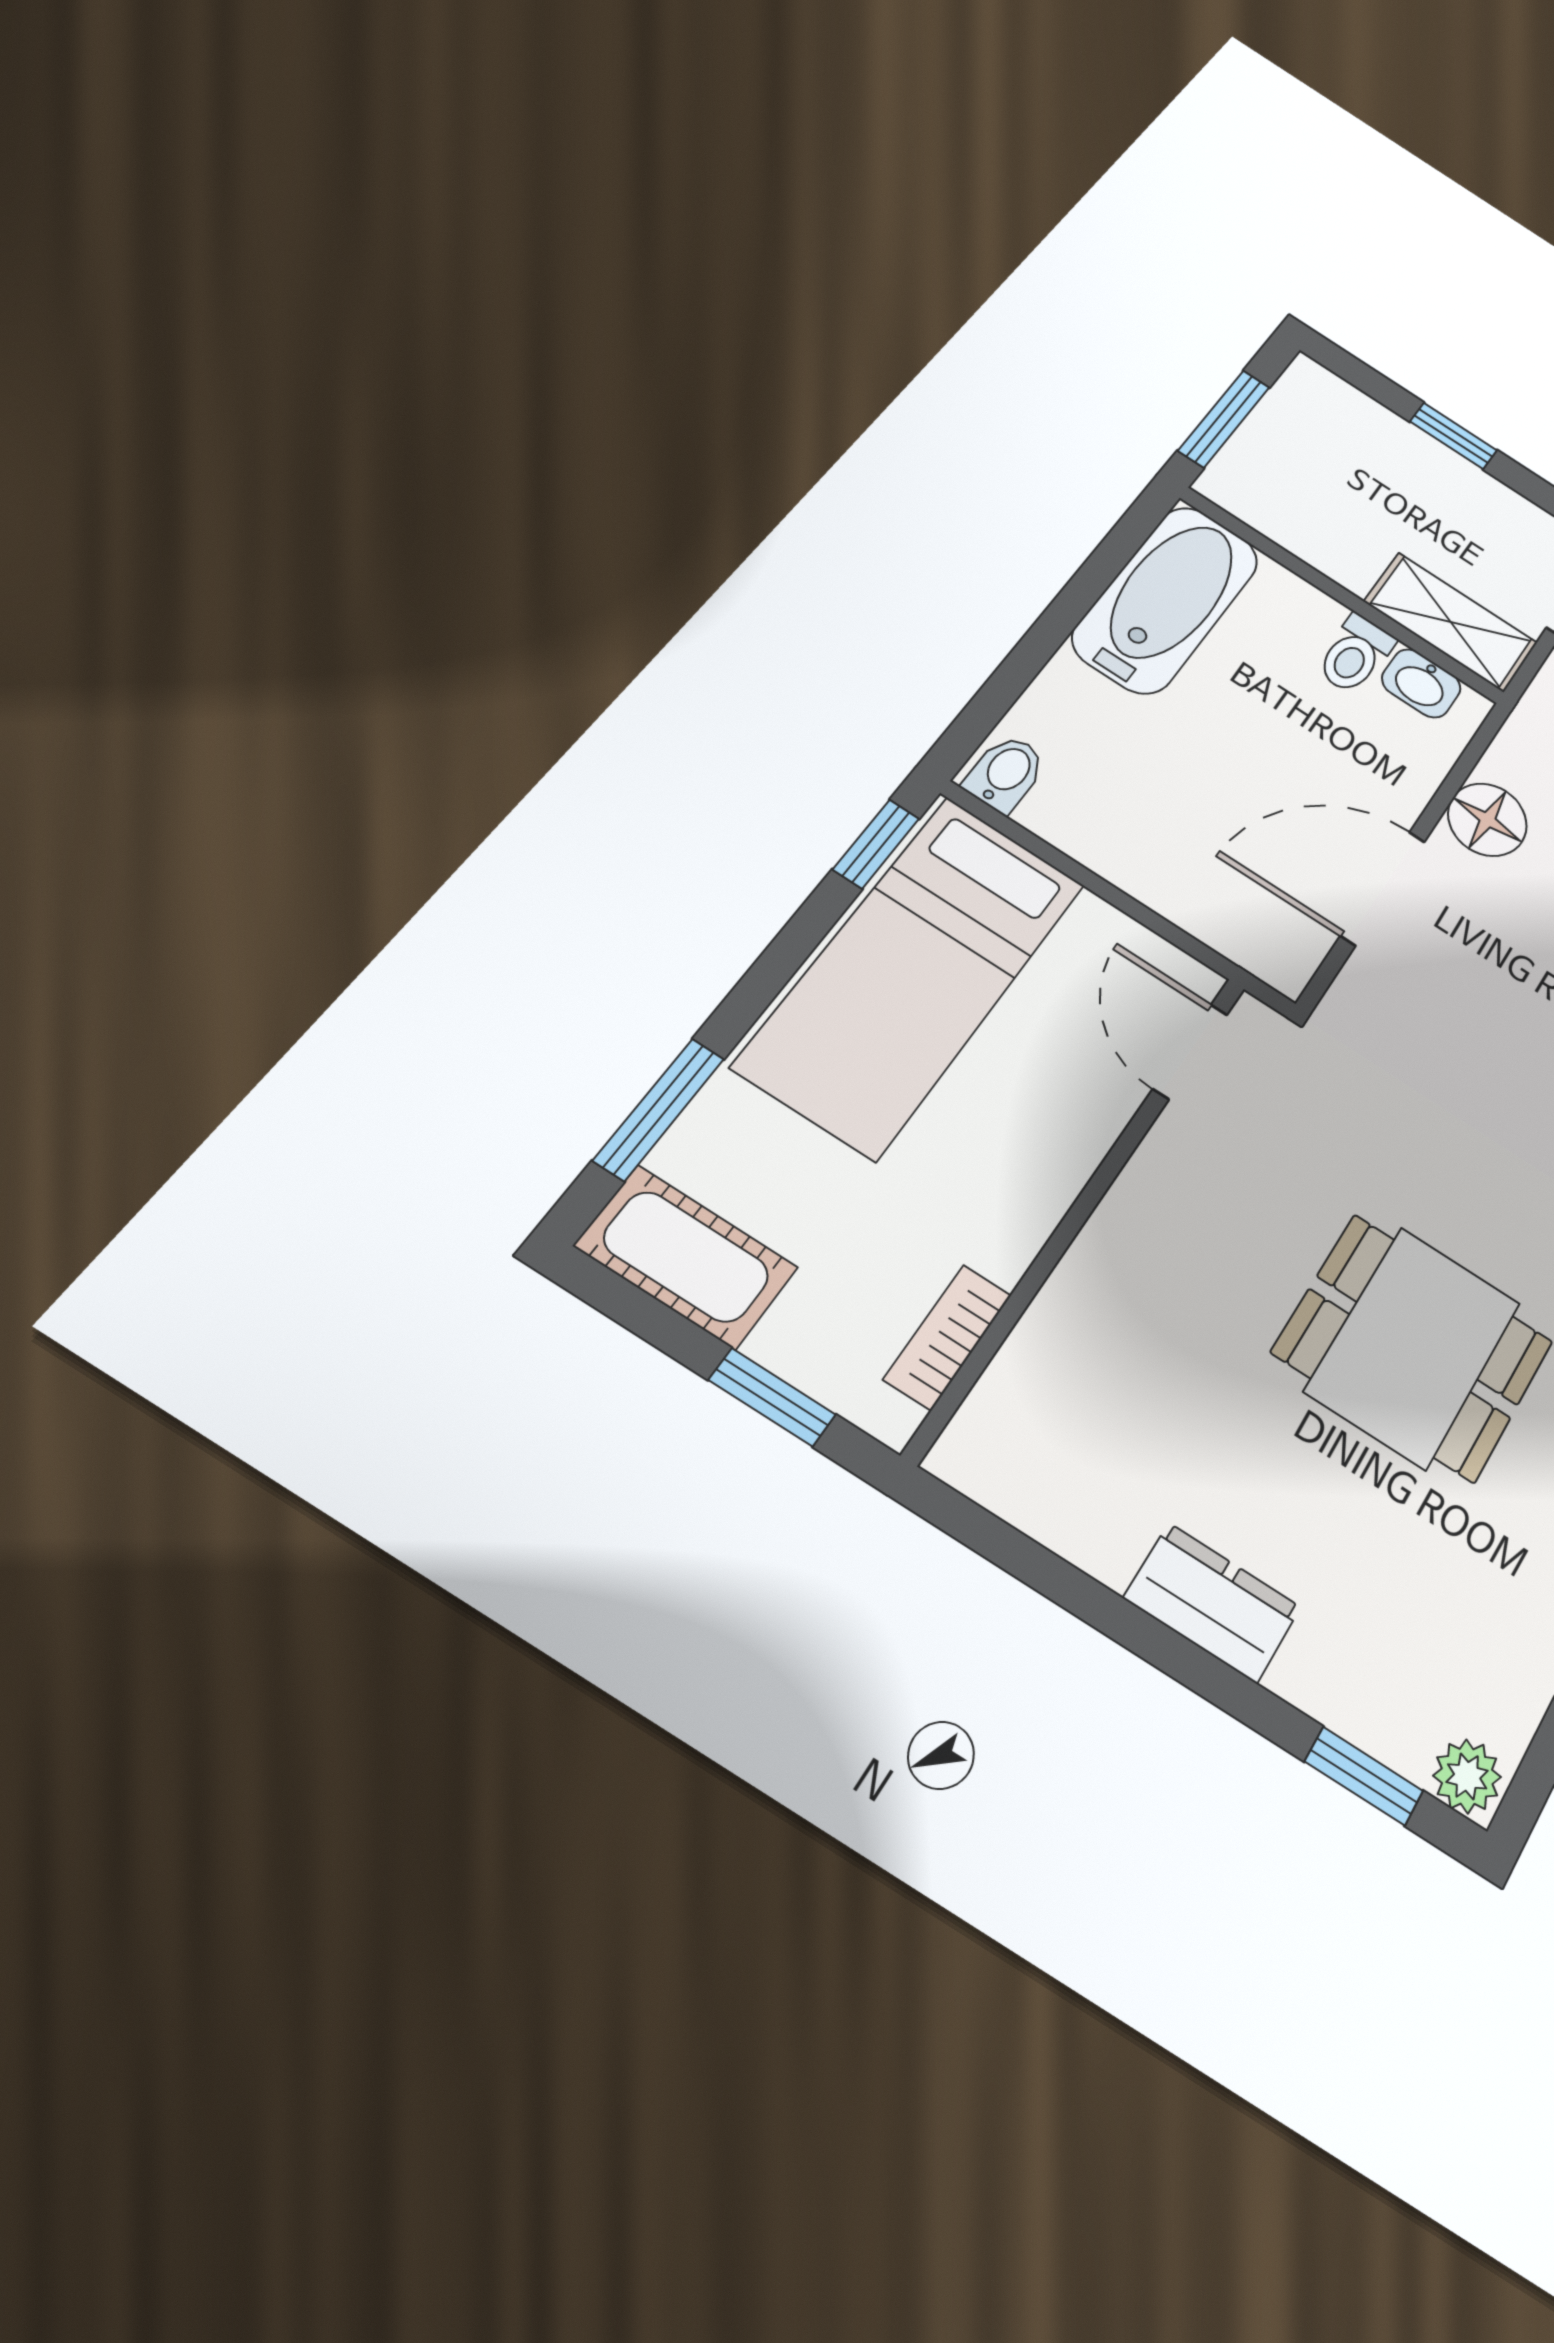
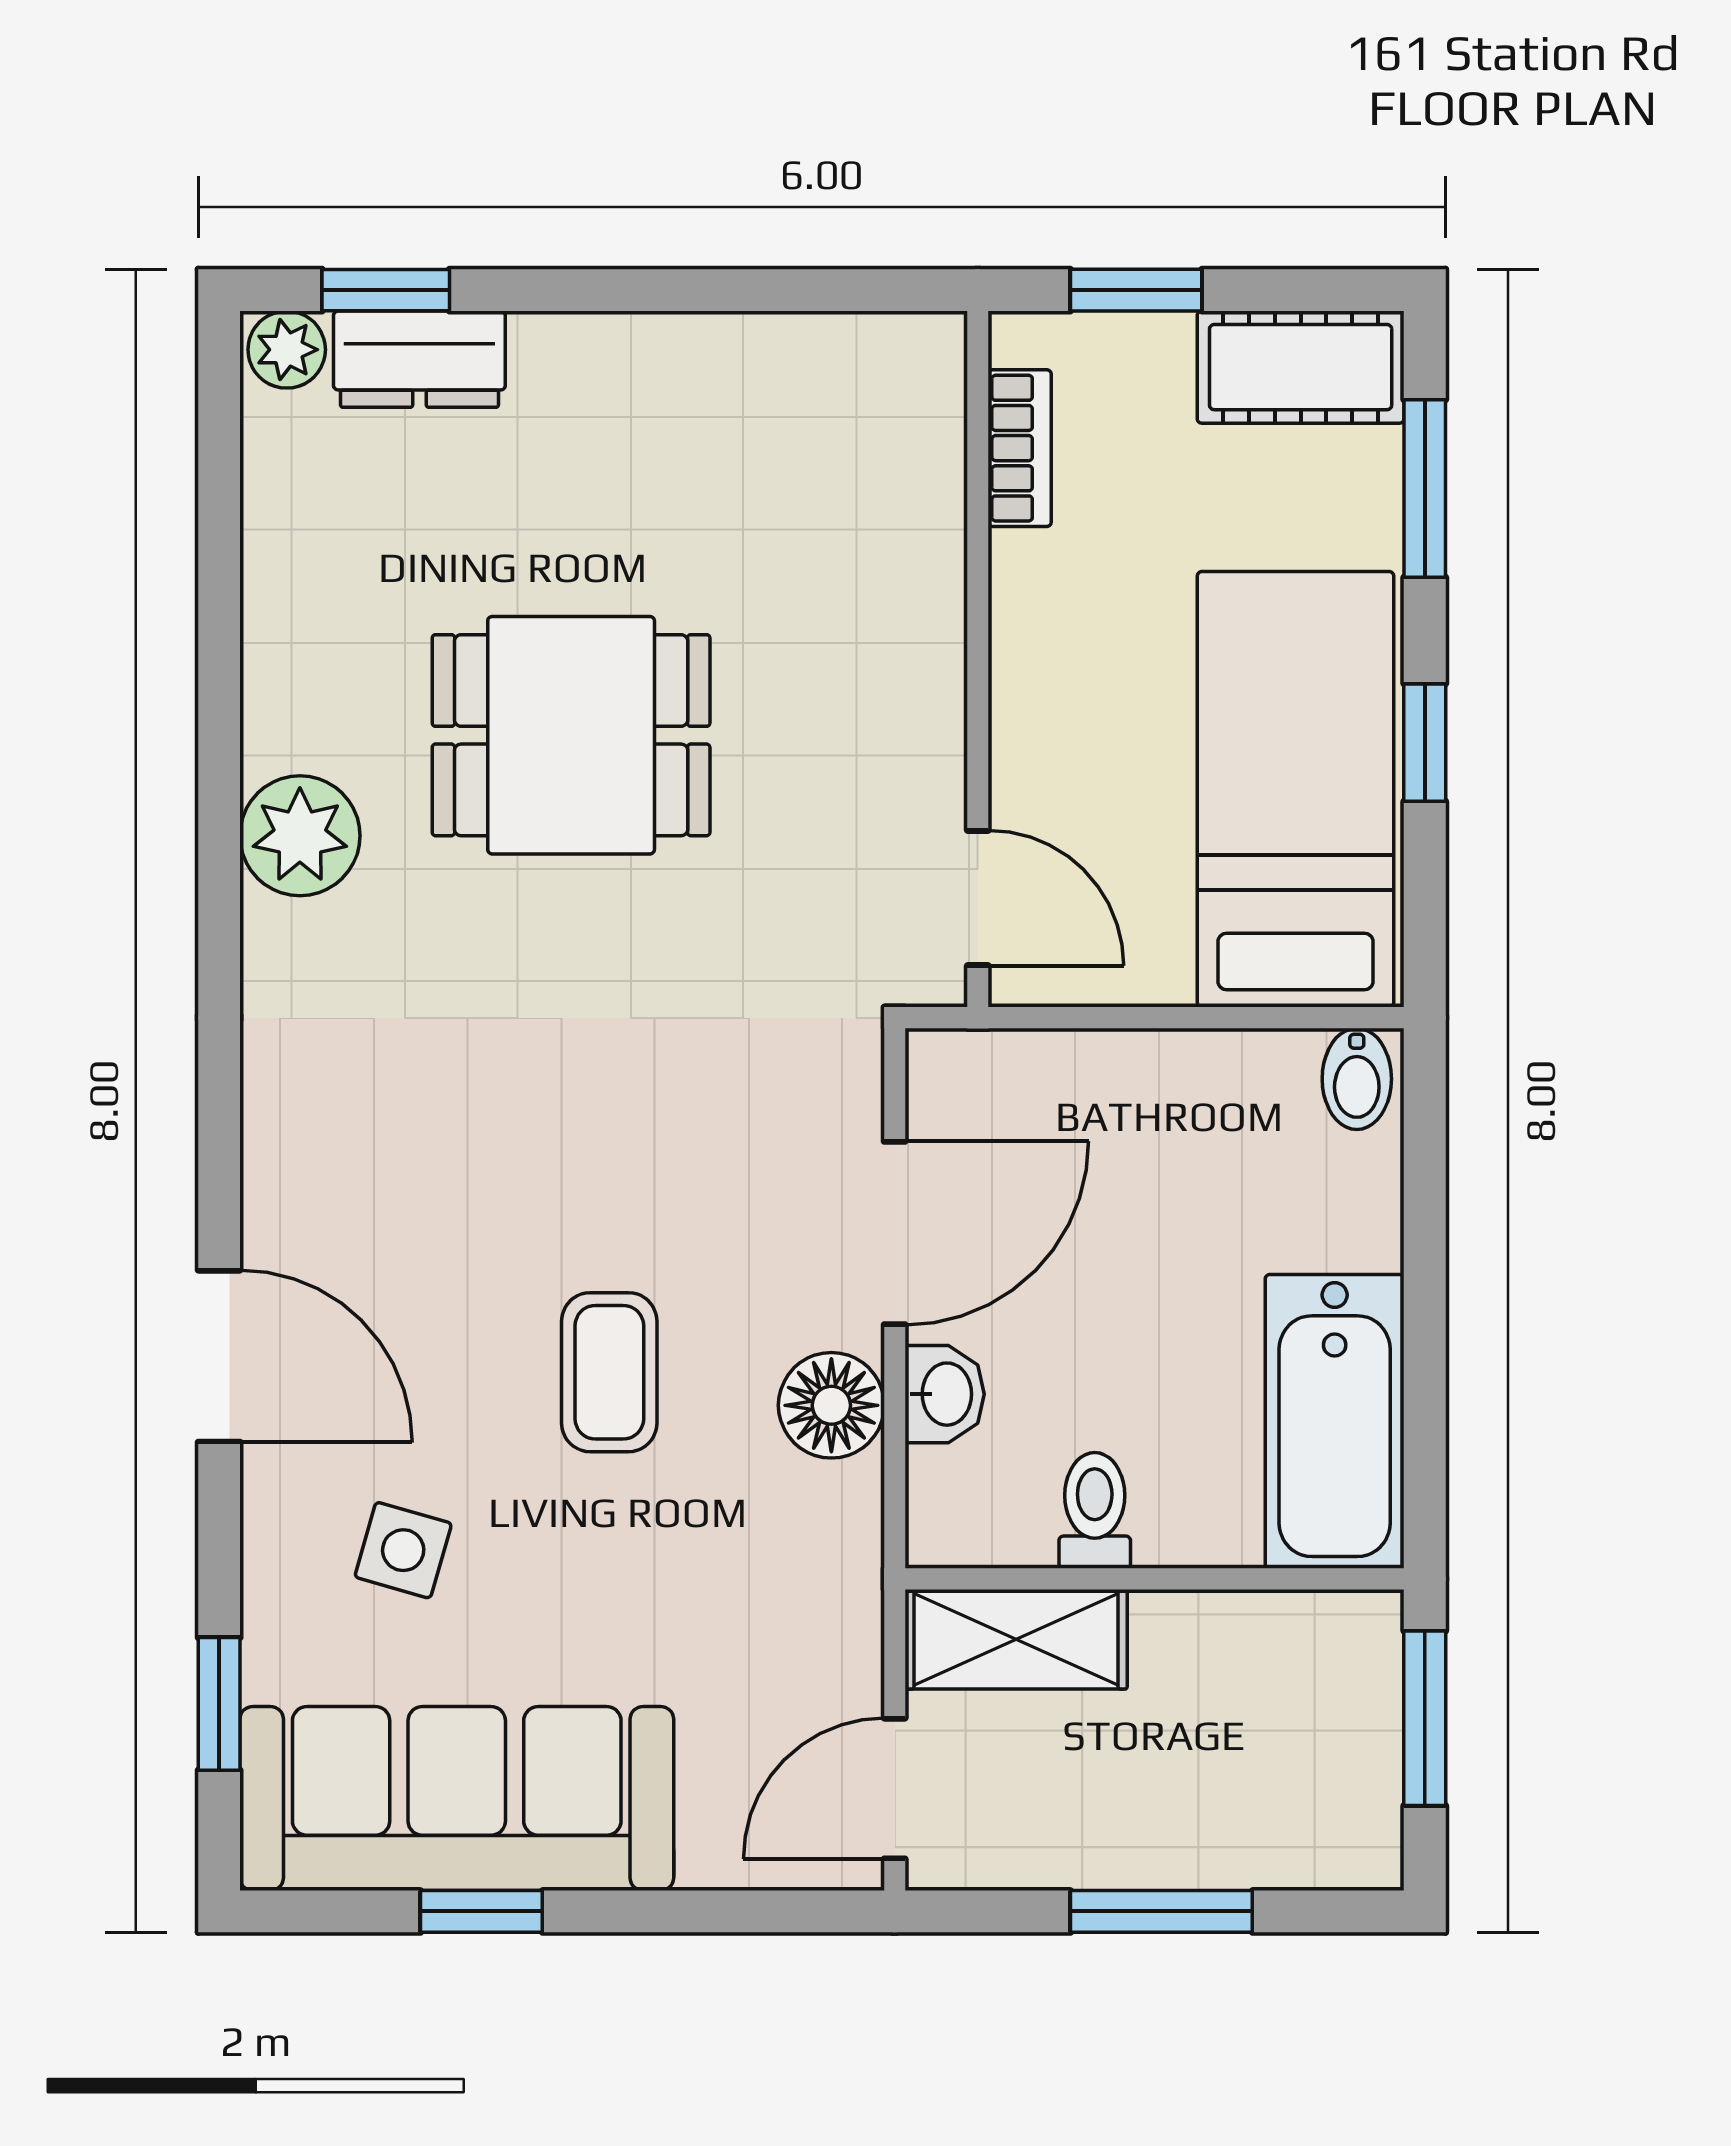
window: (1453, 436) -> (1161, 1911), width x1.50
washbasin: (1421, 683) -> (945, 1394), moved, turned 90
window: (876, 844) -> (1425, 743), moved
dresser: (1212, 1603) -> (419, 359), moved

